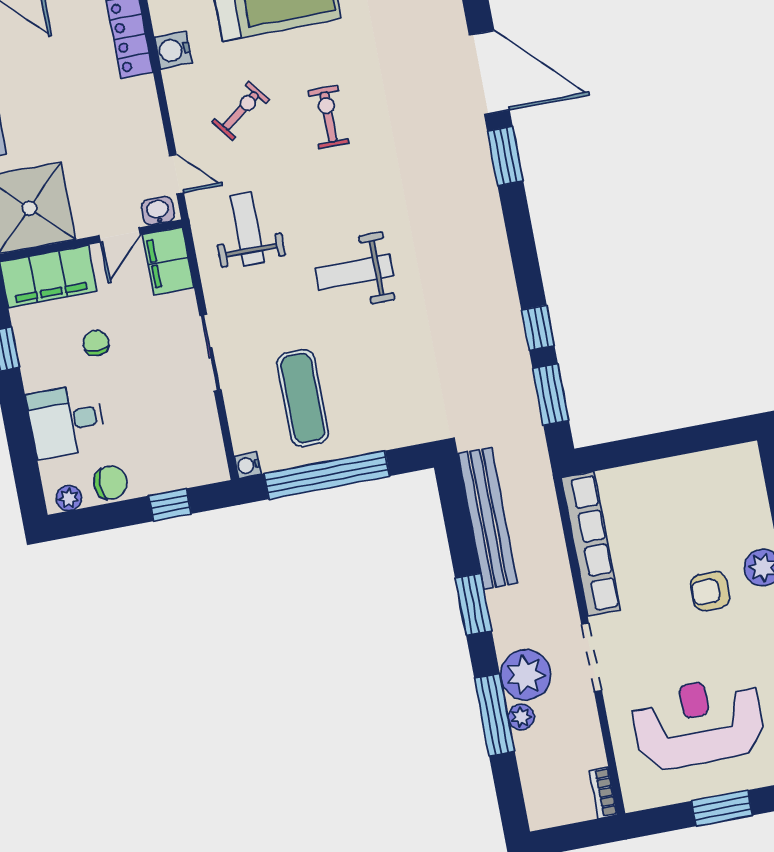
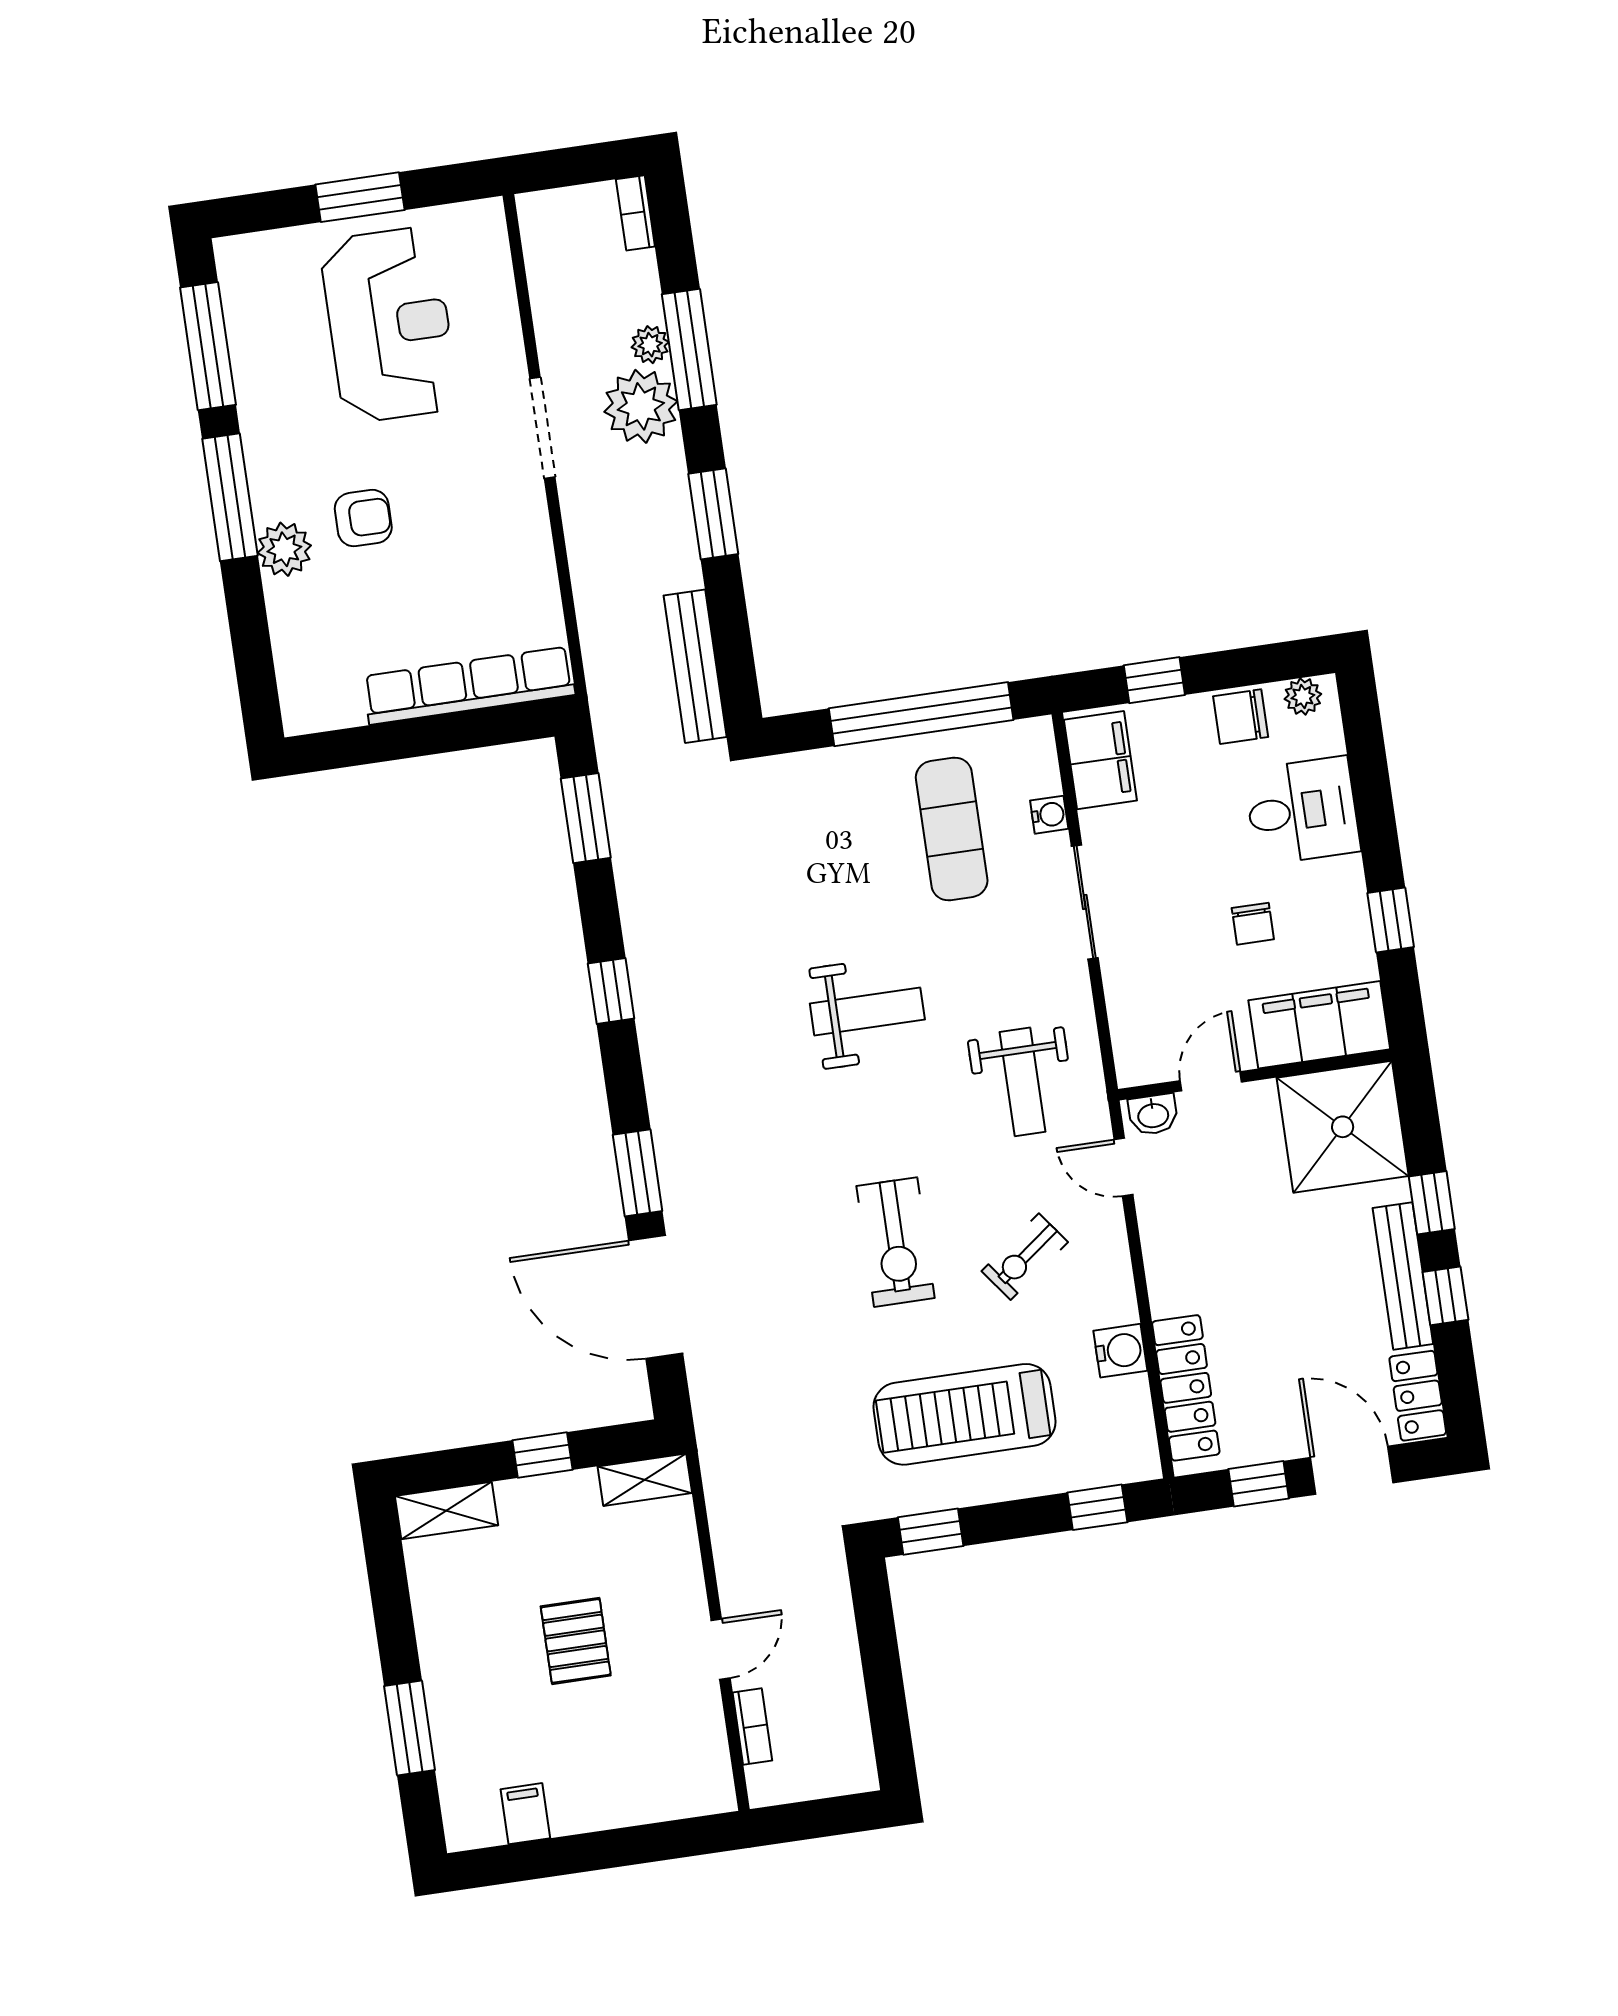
exercise bike: (328, 117) -> (896, 1242), width x1.38, depth x1.39
filing cabinet: (168, 261) -> (1100, 760), moved
window: (538, 328) -> (611, 991), moved
water cooler: (248, 465) -> (1049, 815), moved
bench: (488, 518) -> (695, 666), width x0.73, depth x0.82
row of seats: (591, 544) -> (469, 686), moved, turned 90
reception desk: (698, 723) -> (389, 325), turned -90
bookcase: (603, 793) -> (635, 213), moved, turned 180

